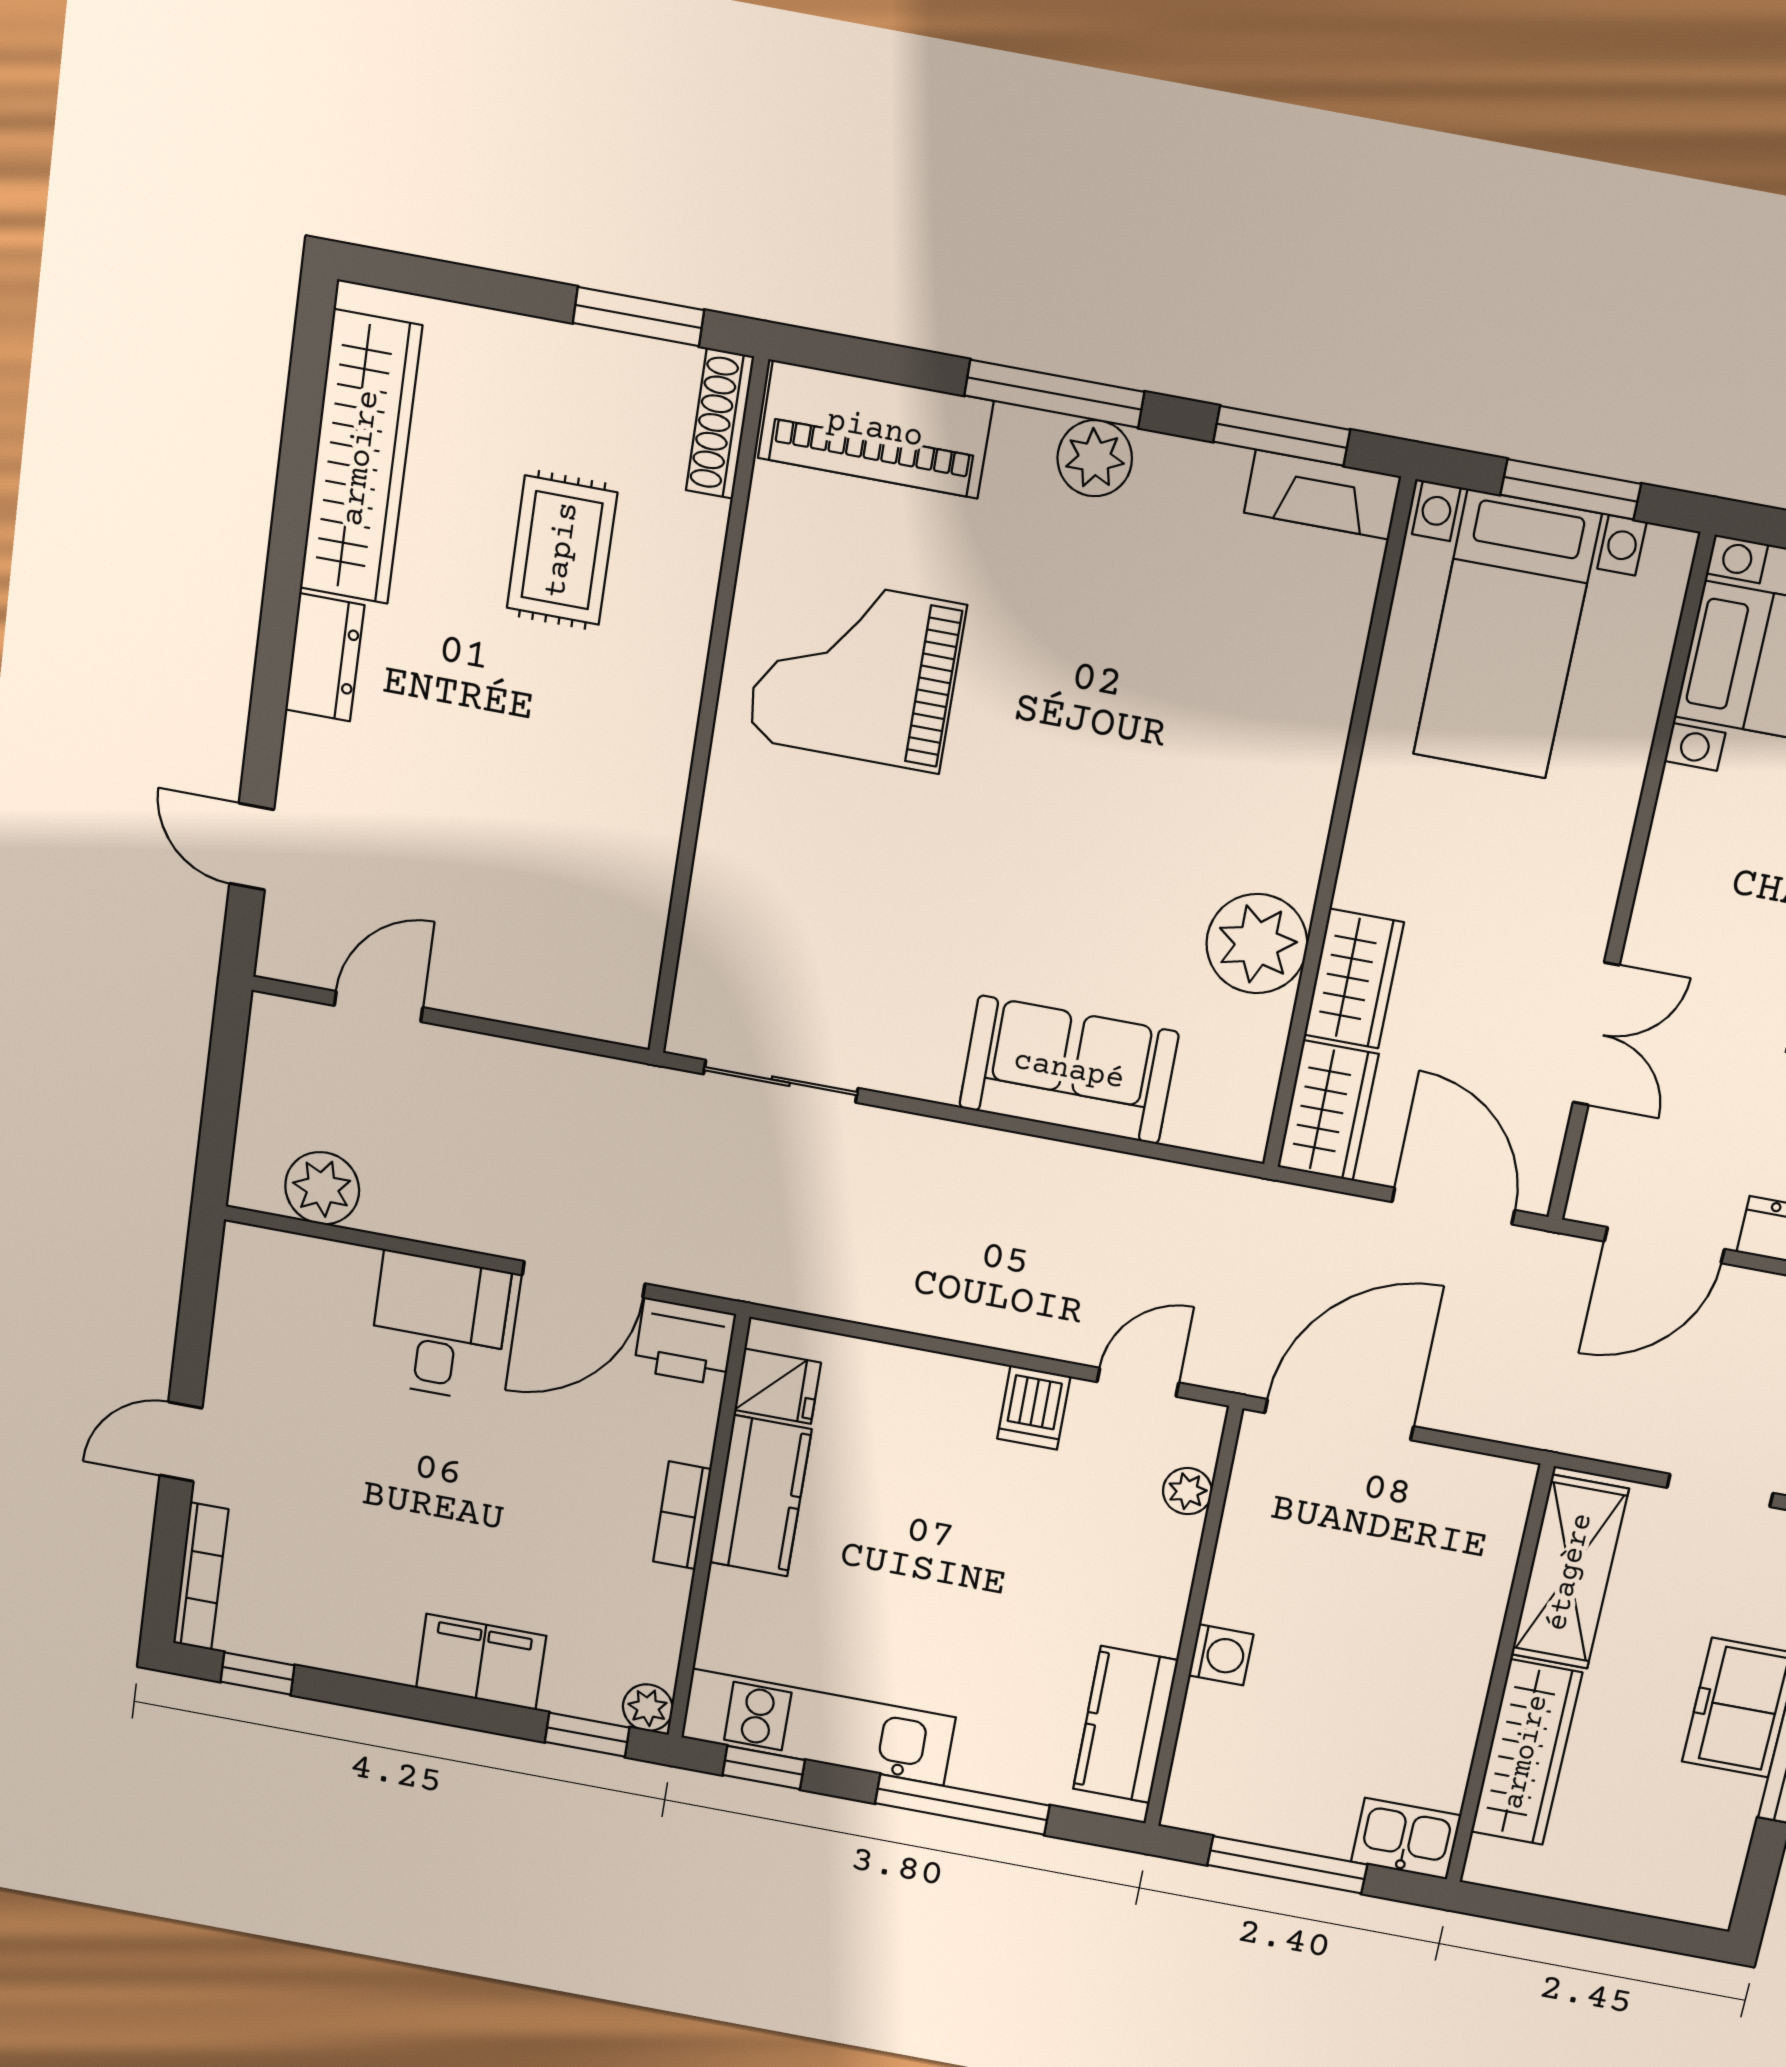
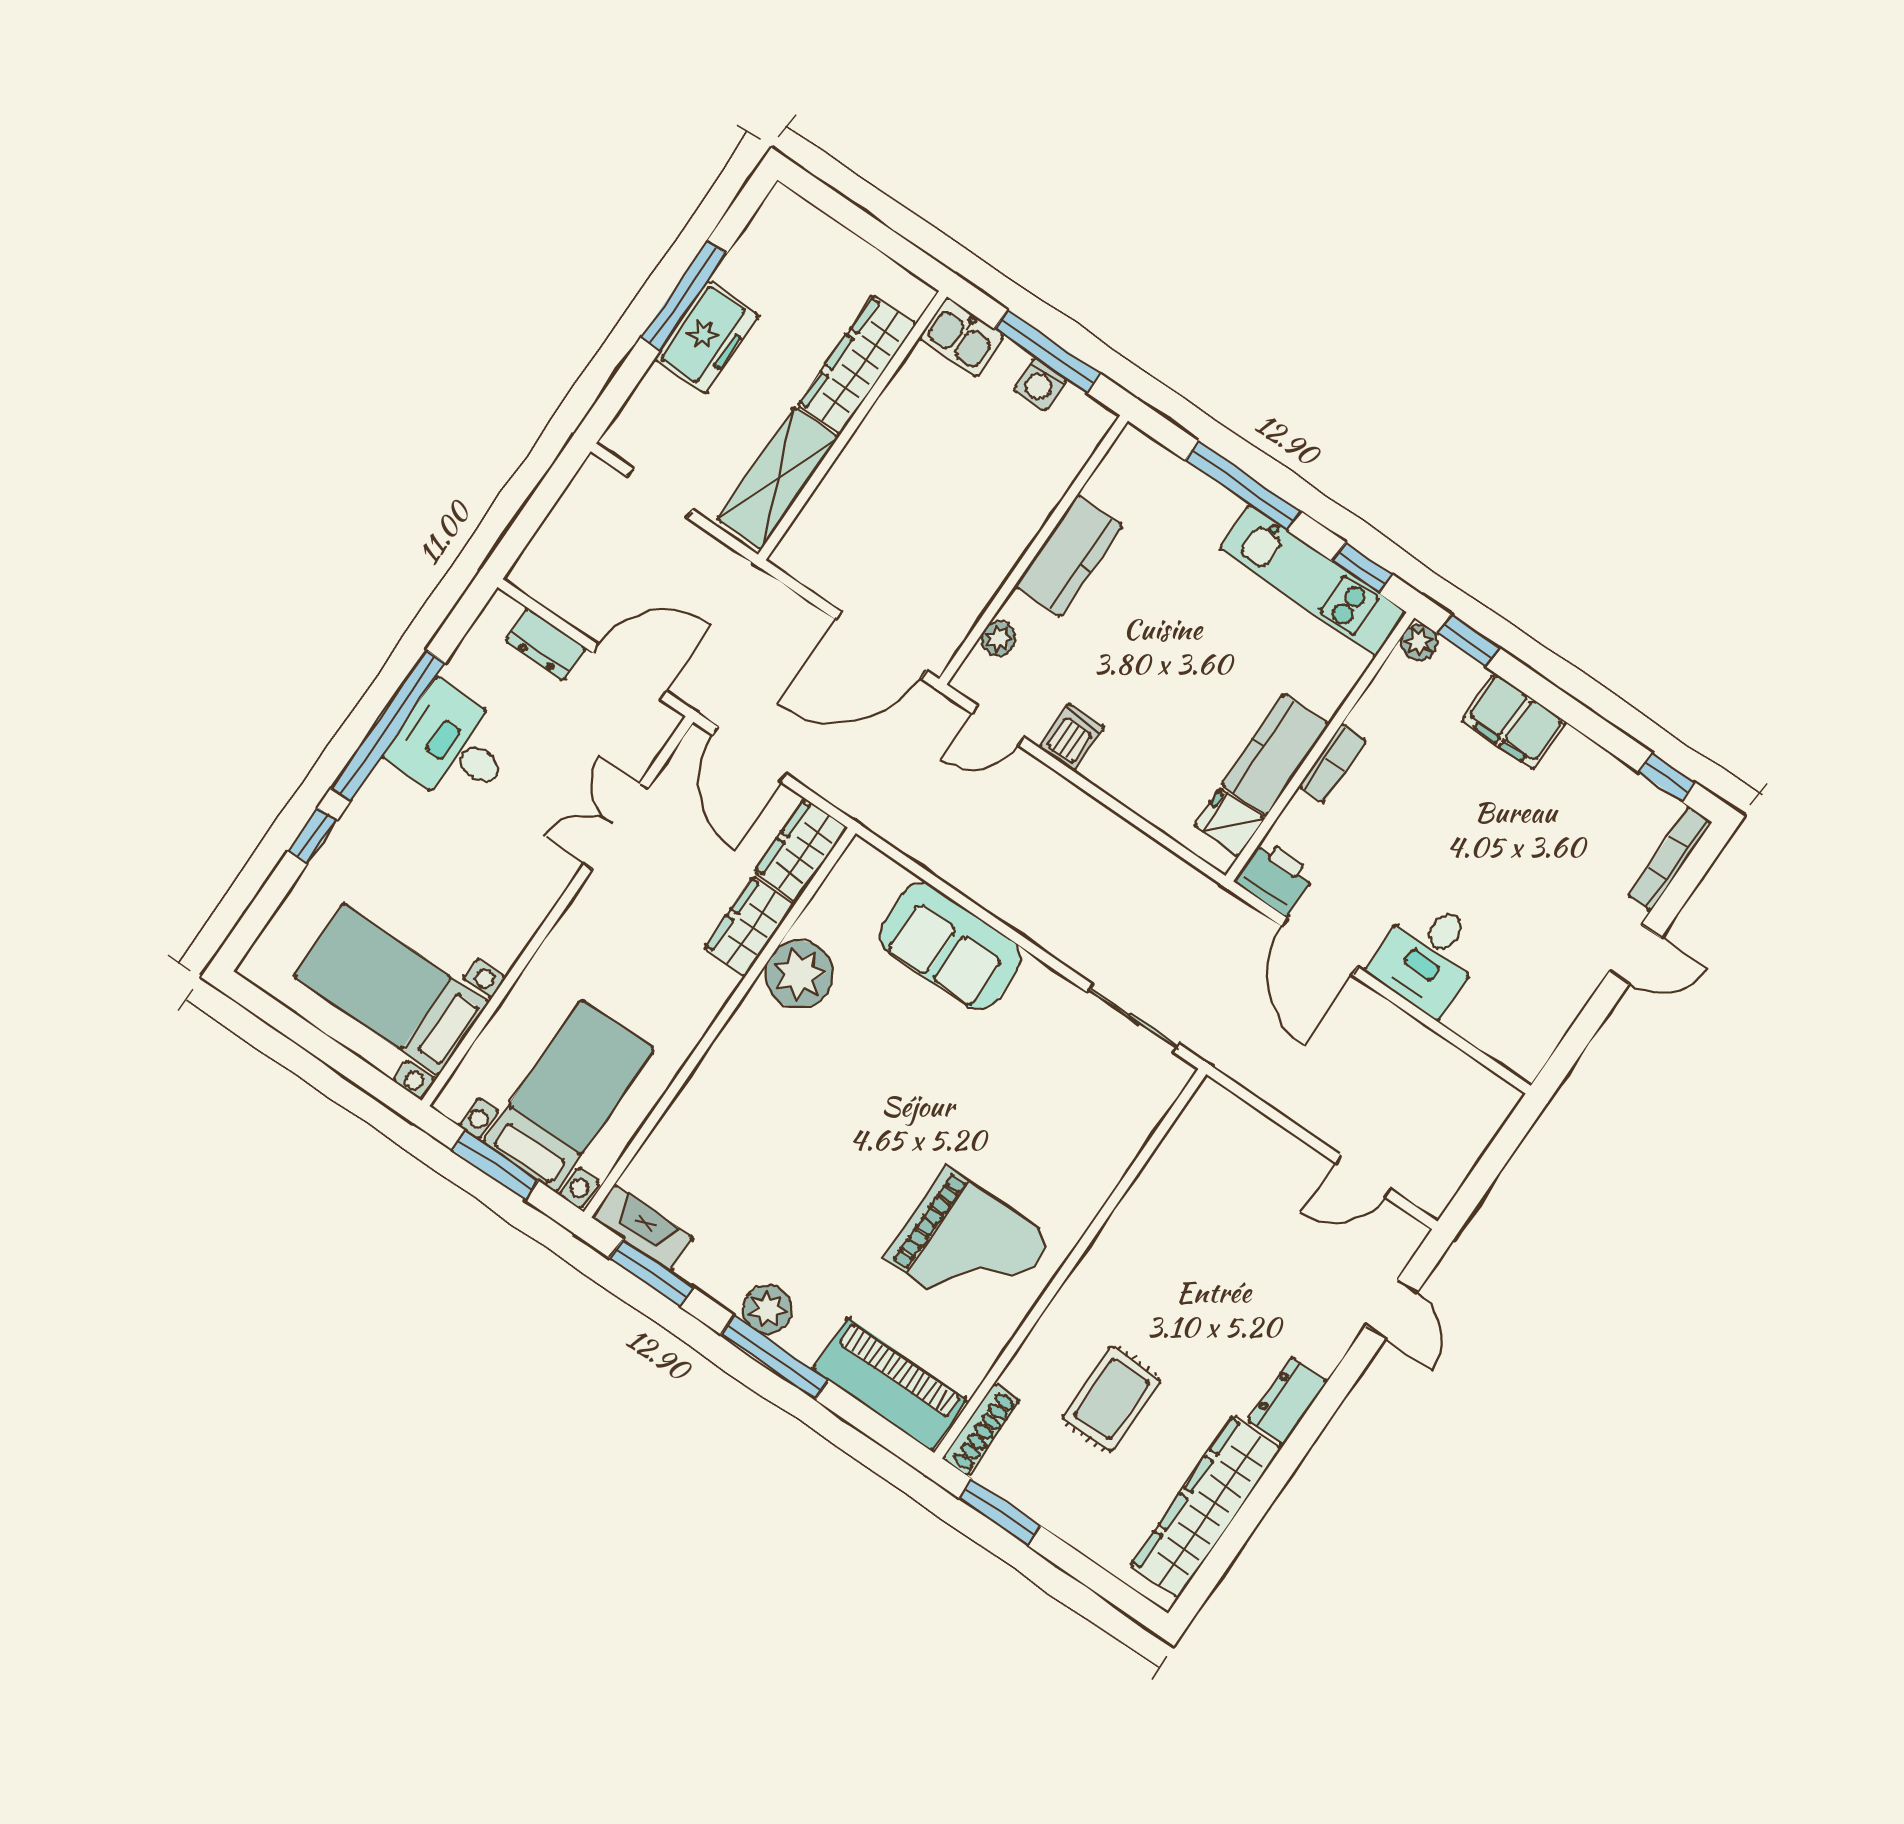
plant: (322, 1188) -> (1458, 1078), removed
door: (584, 1279) -> (1320, 947), swing flipped
washing machine: (1221, 1655) -> (1040, 384), moved, turned -90
kitchen counter: (1125, 1725) -> (1069, 556), moved

